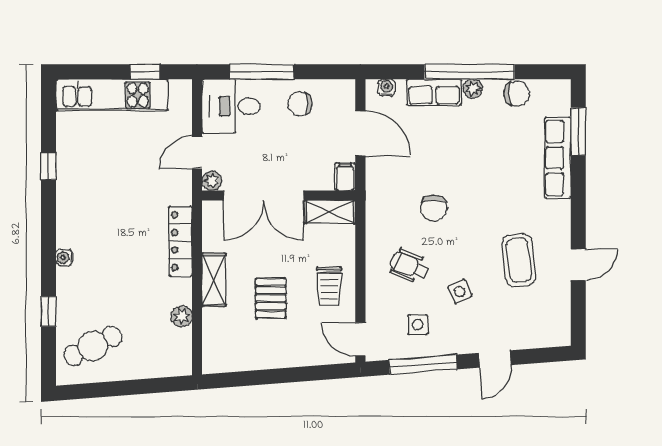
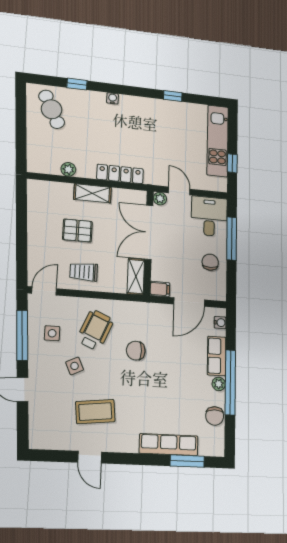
wheelchair: (409, 266) -> (95, 330), width x1.36, depth x1.37

